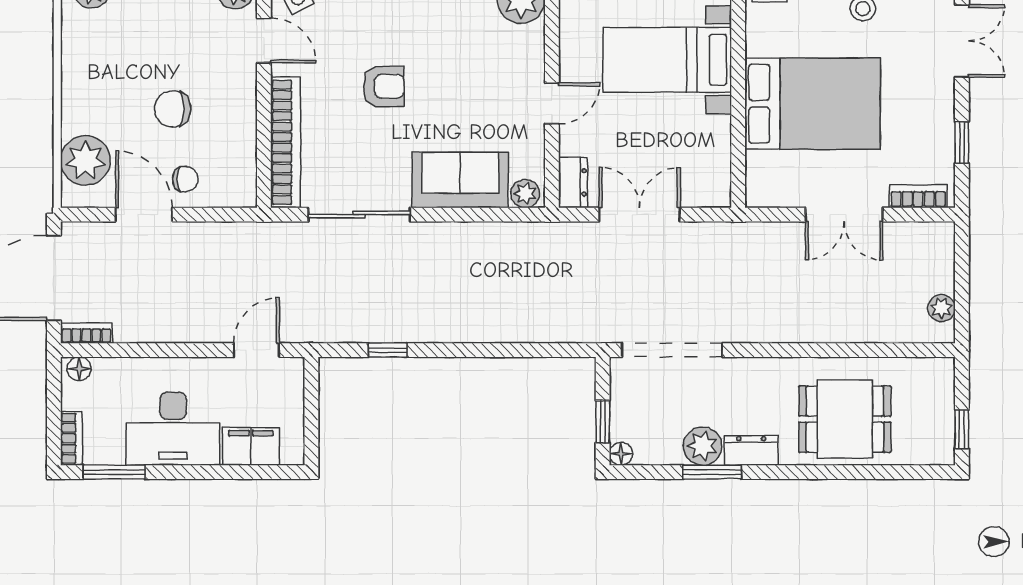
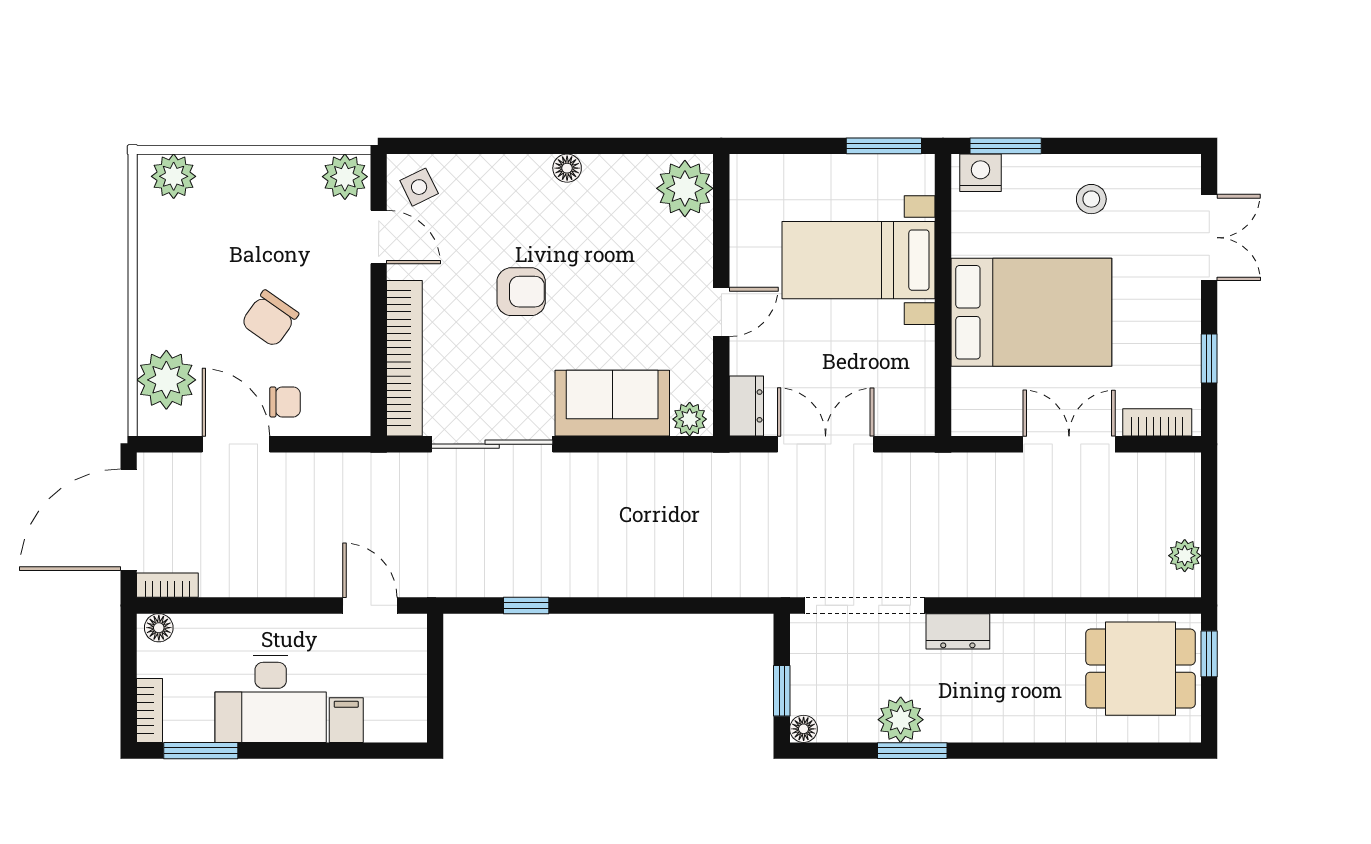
chair: (172, 109) -> (270, 319), turned -55
double door: (844, 215) -> (1069, 444), swing flipped
door: (257, 350) -> (370, 605), hinge flipped
dining table: (845, 419) -> (1140, 669), moved
window: (962, 429) -> (1209, 654), moved
filing cabinet: (251, 446) -> (346, 720), width x0.50
dresser: (751, 450) -> (958, 631), moved, turned 180

